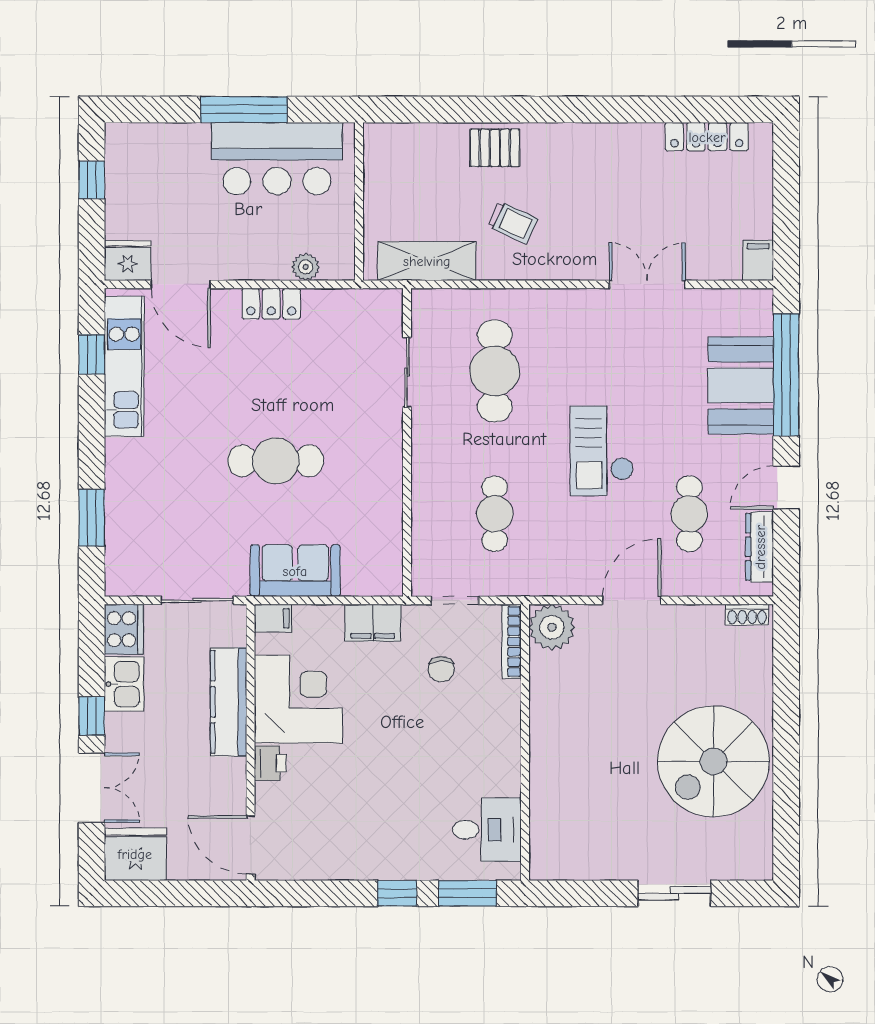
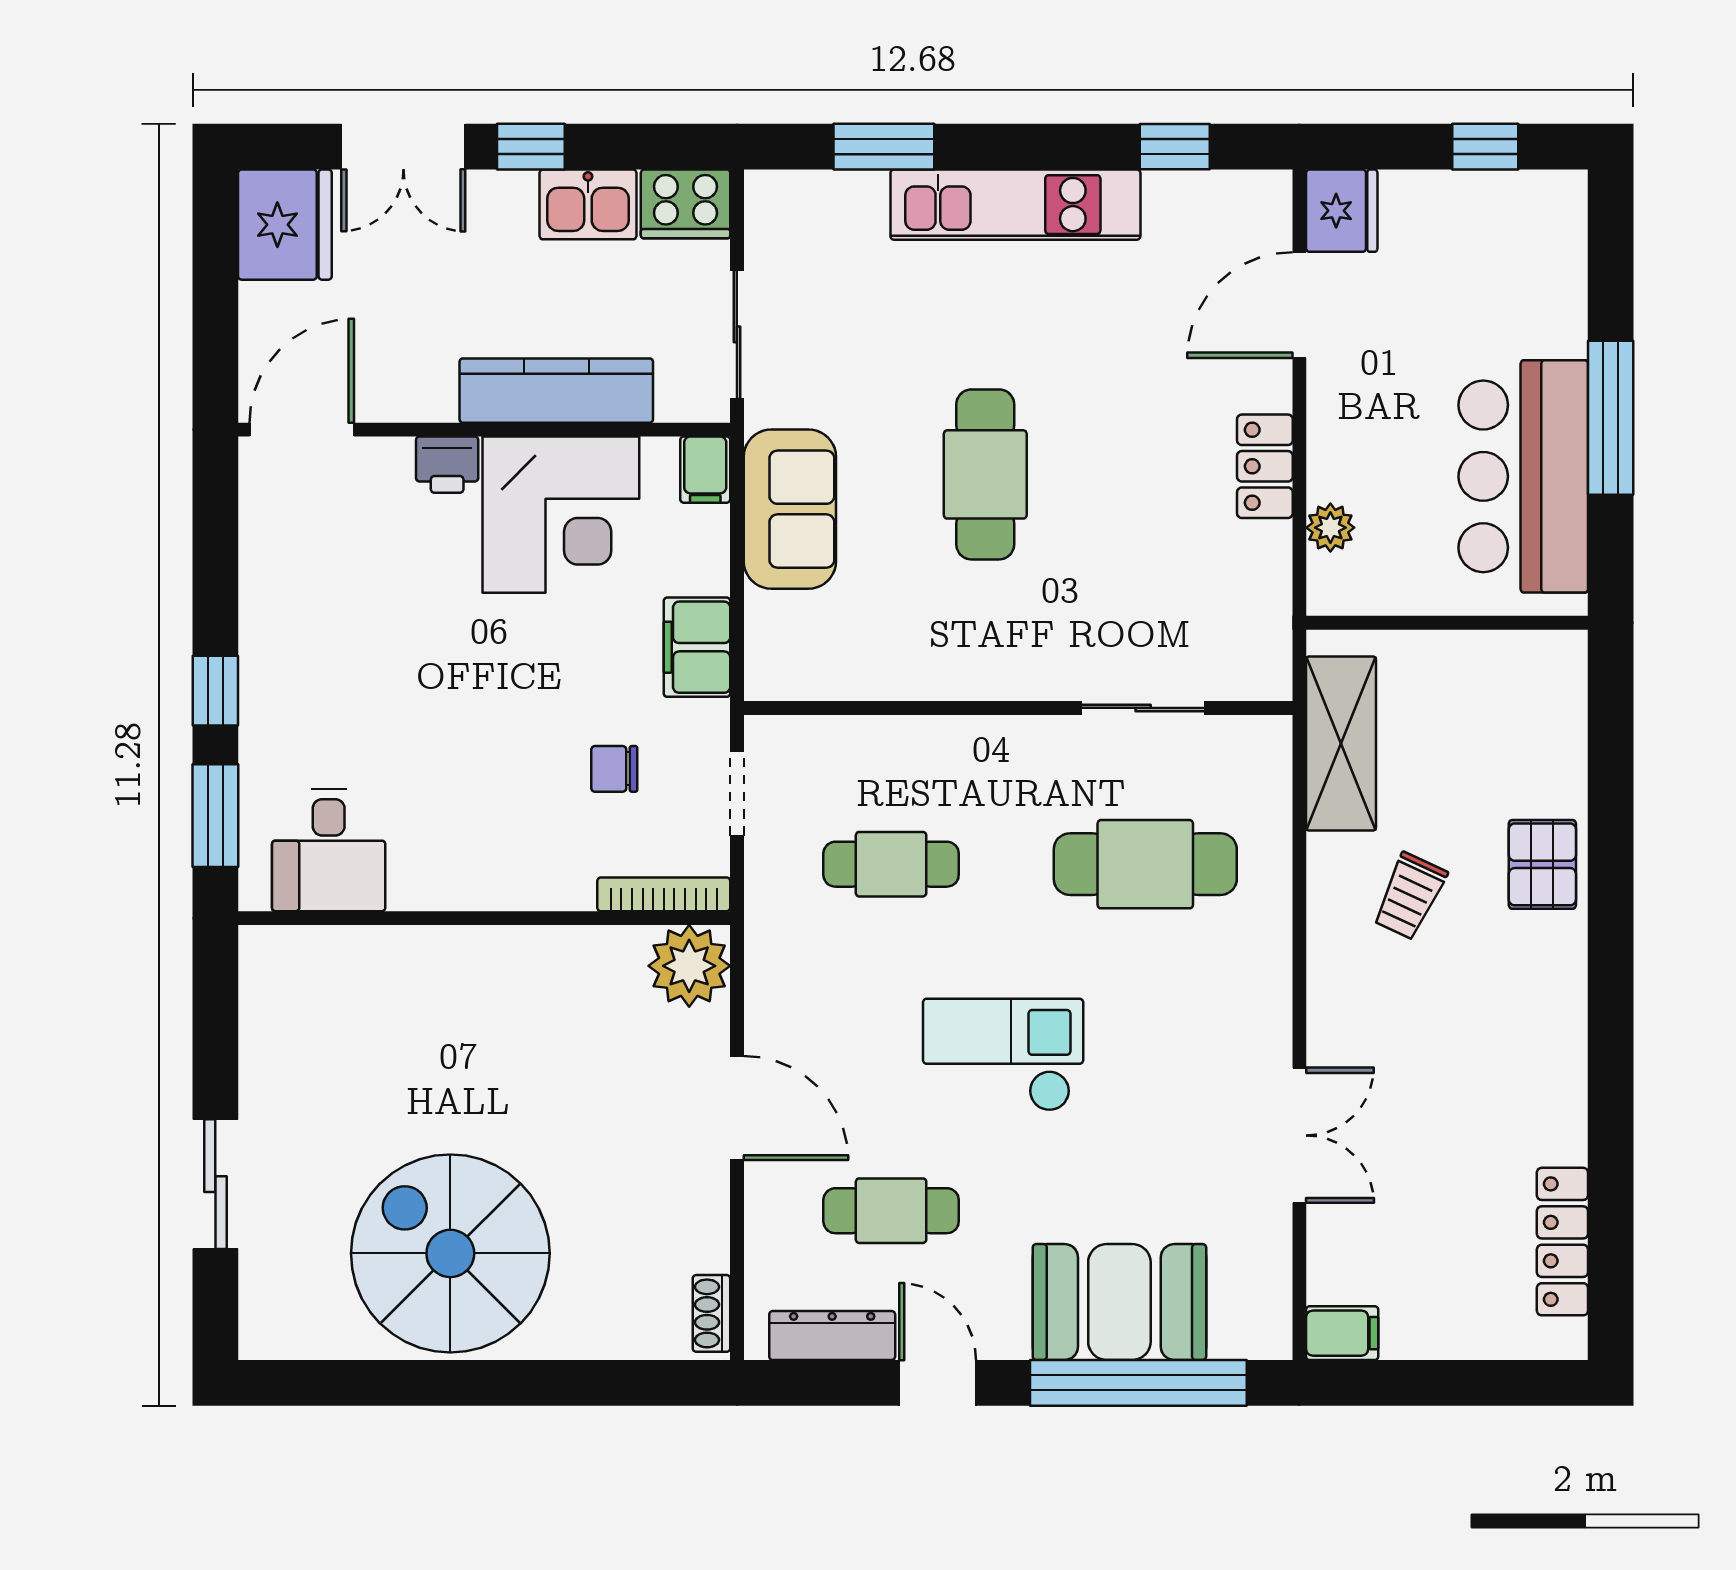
kitchen unit: (124, 366) -> (1015, 205), moved

